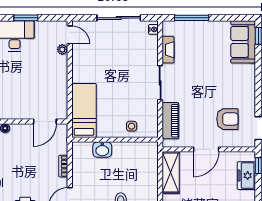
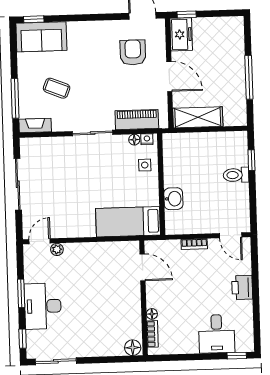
nightstand: (153, 29) -> (147, 139), moved
fireplace: (168, 50) -> (35, 126), moved
coffee table: (199, 53) -> (57, 88), added
floor lamp: (153, 118) -> (134, 140), added
freezer: (246, 176) -> (181, 34), moved, turned -90

